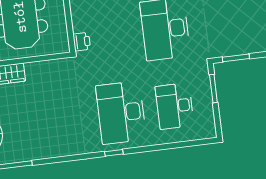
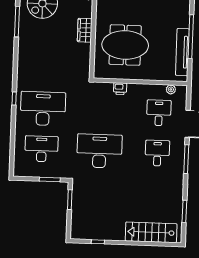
printer: (82, 42) -> (120, 89), moved

